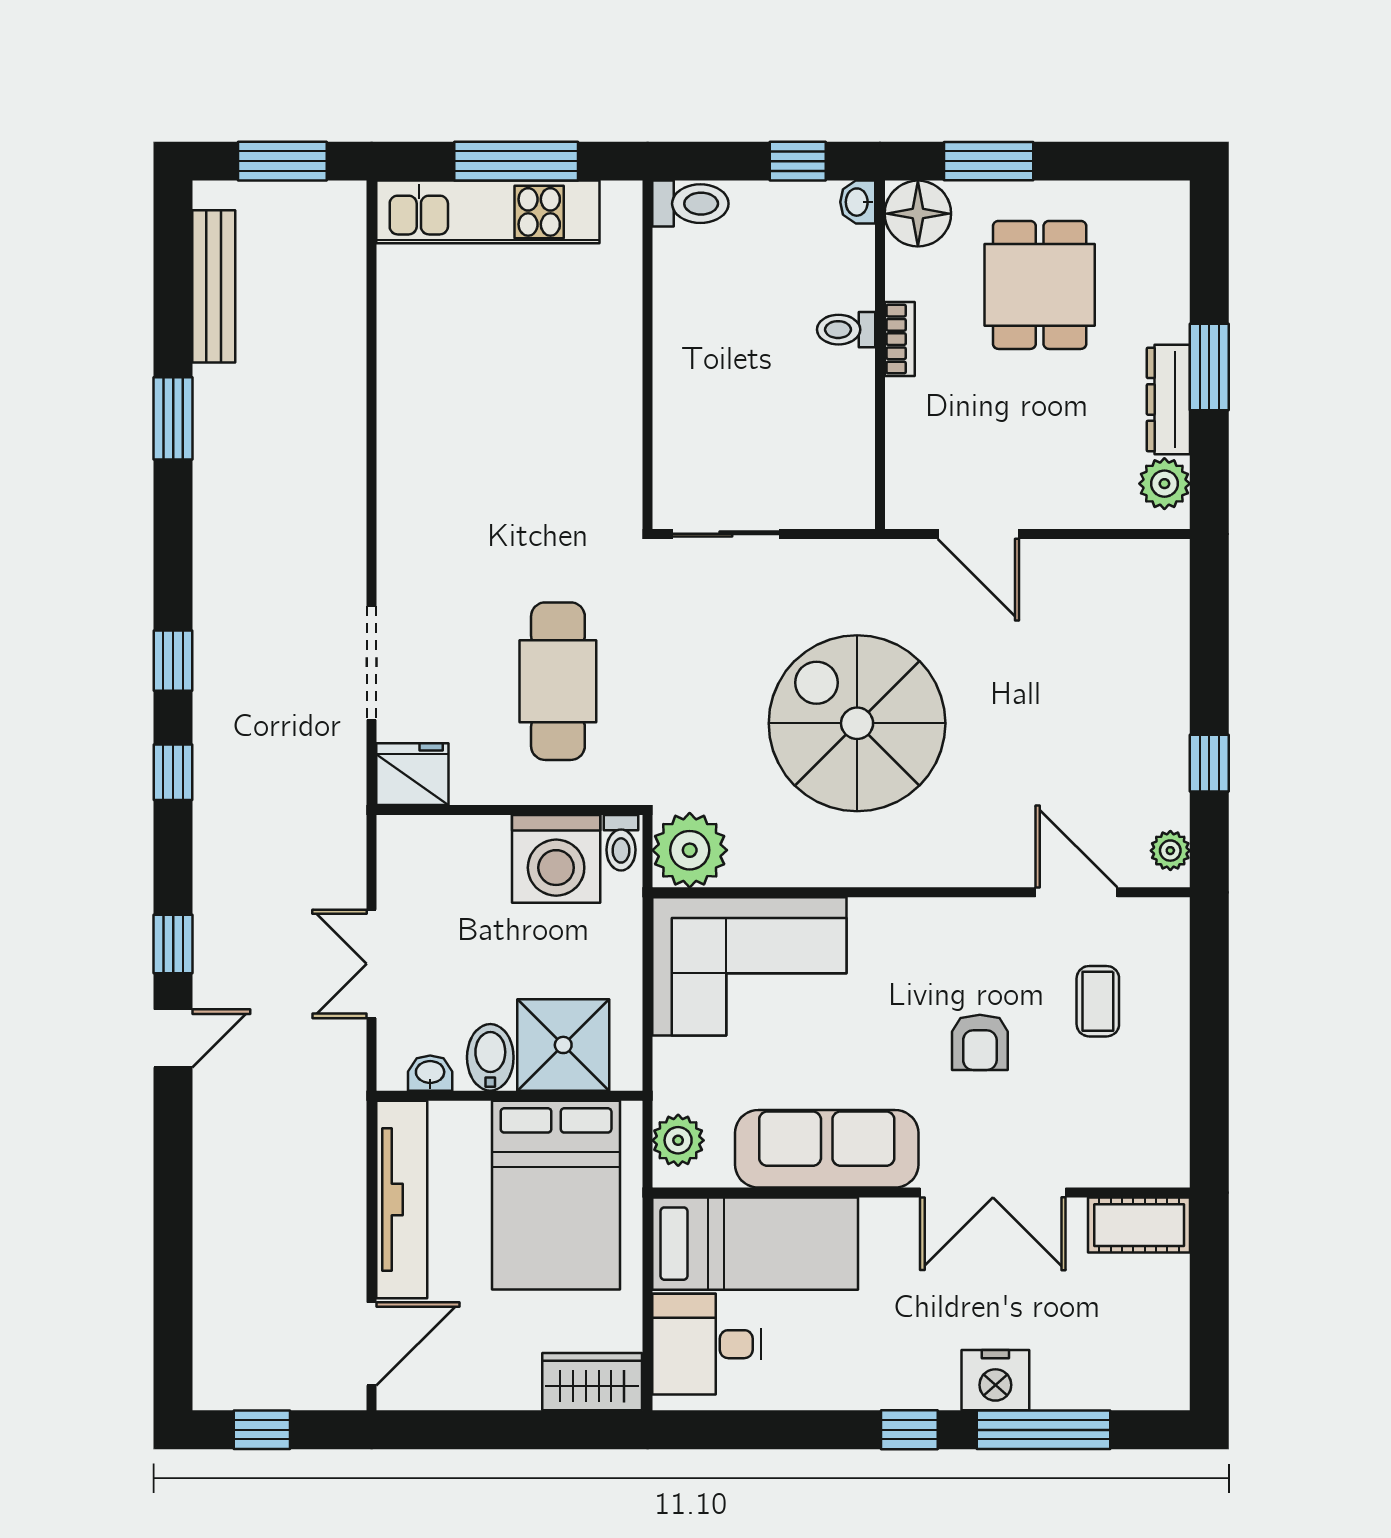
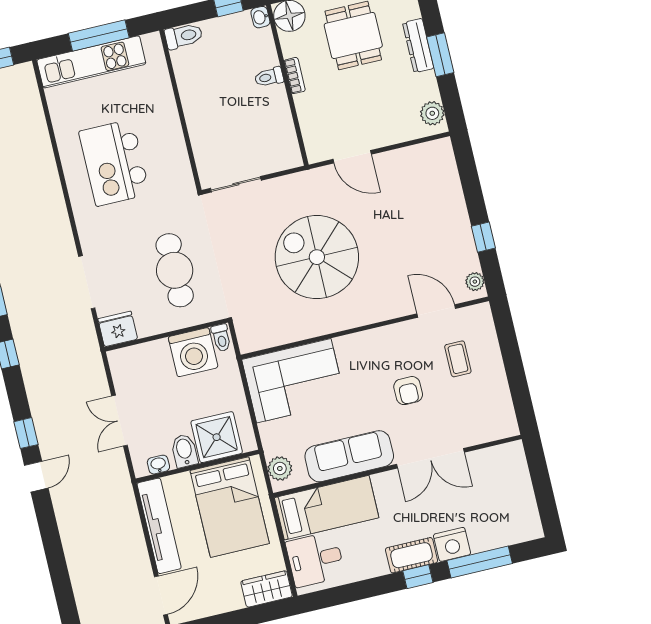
dresser: (1168, 399) -> (418, 46), moved
kitchen island: (486, 431) -> (114, 163), added
plant: (690, 850) -> (254, 334), removed
cot: (1139, 1225) -> (412, 555), moved

